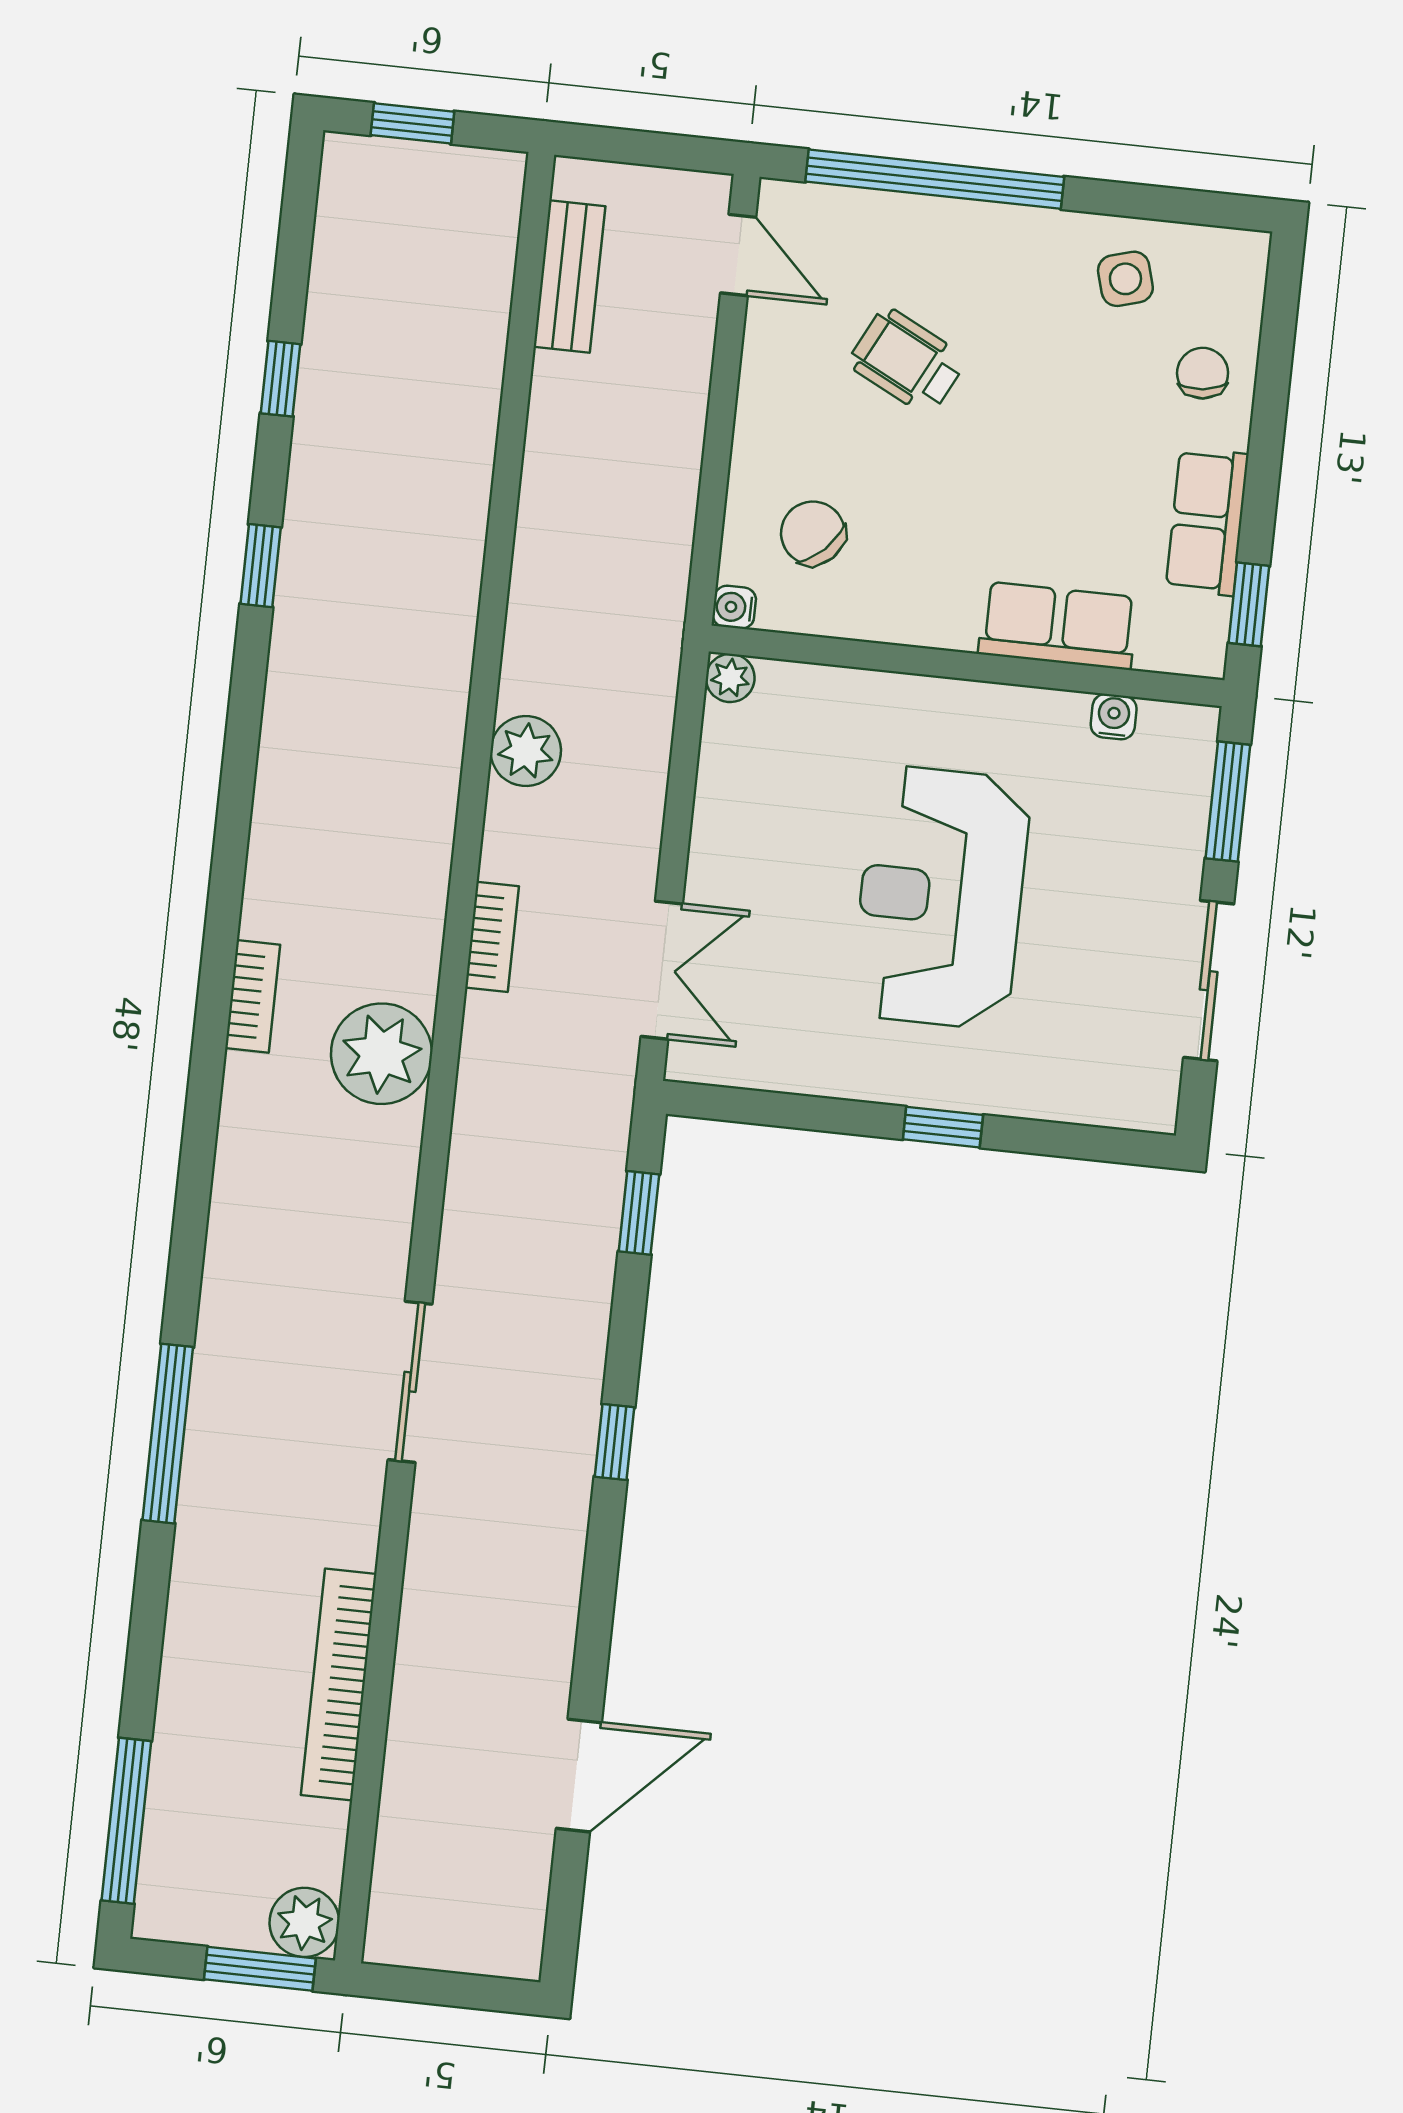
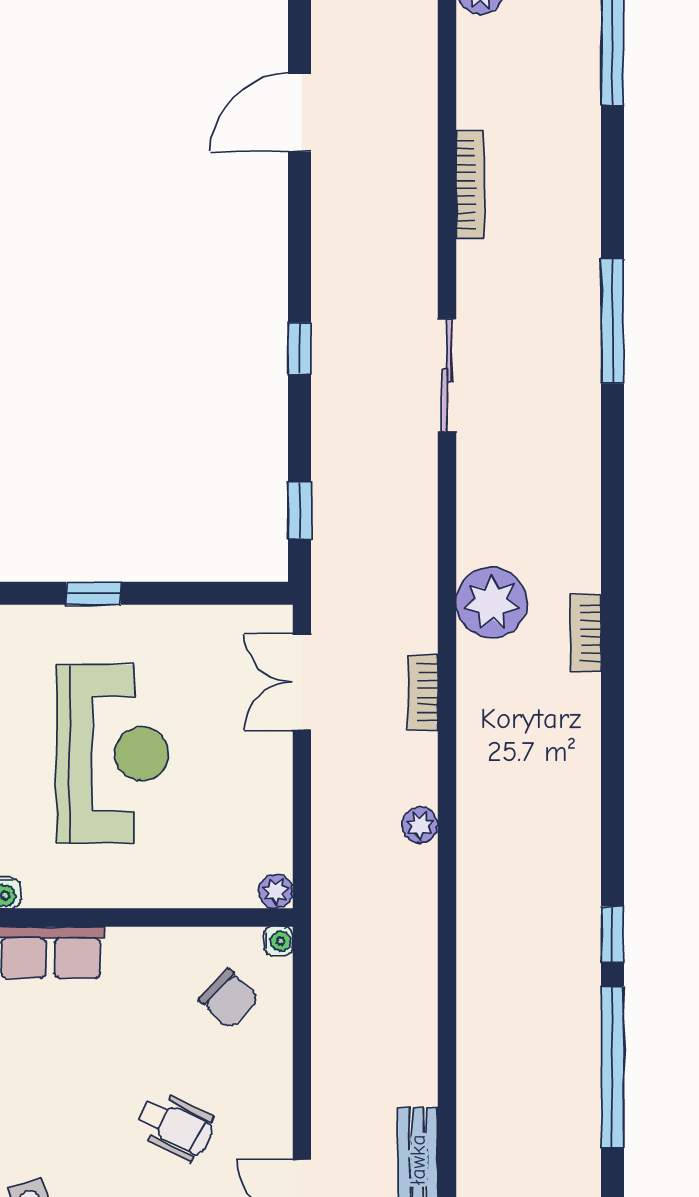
window: (281, 379) -> (613, 1067), width x3.17
plant: (526, 751) -> (420, 825), width x0.73, depth x0.73
bookcase: (339, 1684) -> (470, 184), width x0.68, depth x0.76

